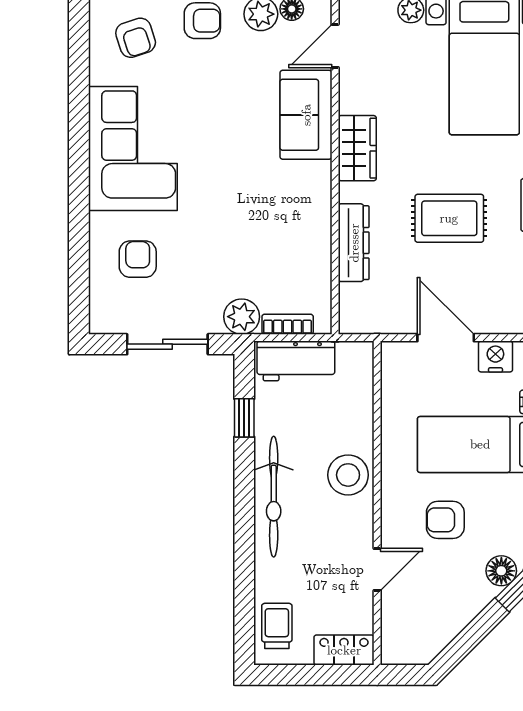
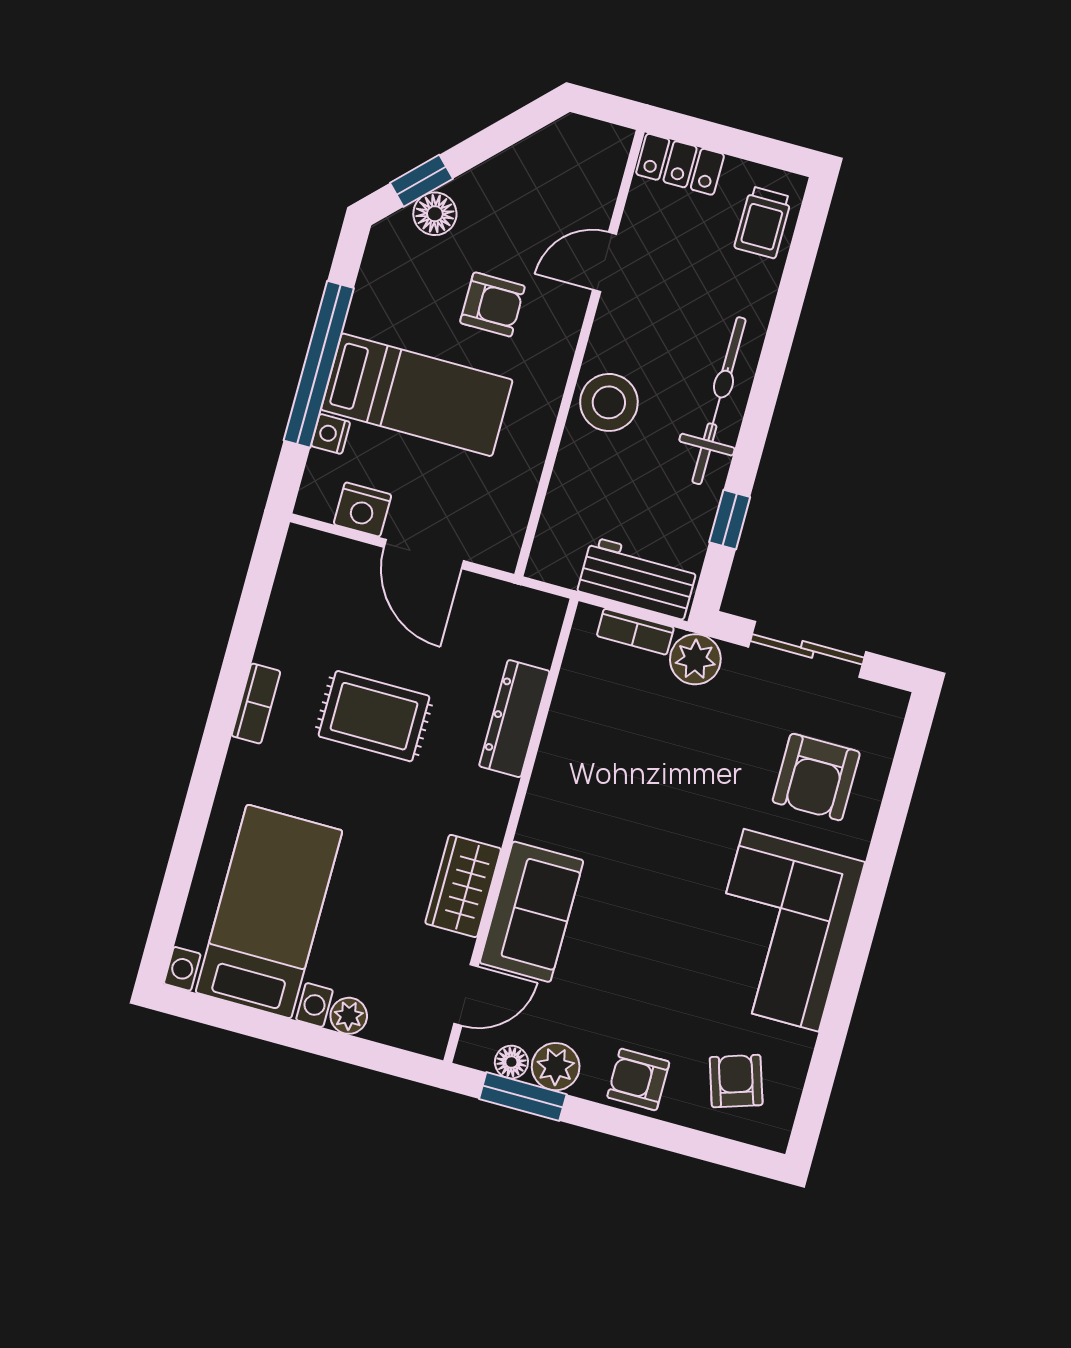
wardrobe: (357, 148) -> (463, 886), moved
armchair: (138, 259) -> (816, 777), width x1.38, depth x1.38

